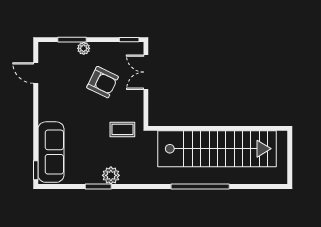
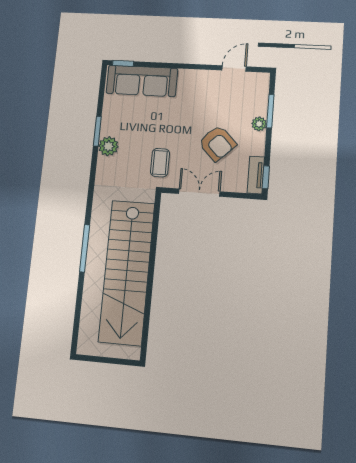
tv unit: (128, 48) -> (256, 175), added
double door: (146, 72) -> (199, 193), moved
armchair: (103, 82) -> (217, 143), turned -70
window: (200, 187) -> (85, 248), width x0.68

